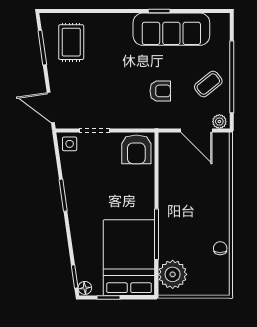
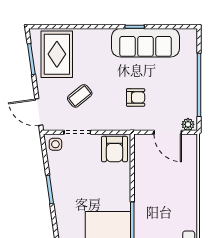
rug: (71, 42) -> (57, 54), width x1.36, depth x1.43
coffee table: (208, 84) -> (80, 96), moved

